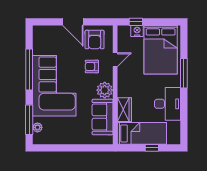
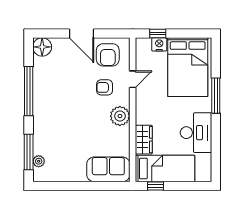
floor lamp: (40, 33) -> (42, 47), added
corner sofa: (54, 86) -> (59, 111), removed
sofa: (103, 117) -> (108, 169), moved, turned 90
window: (152, 148) -> (155, 186), moved

